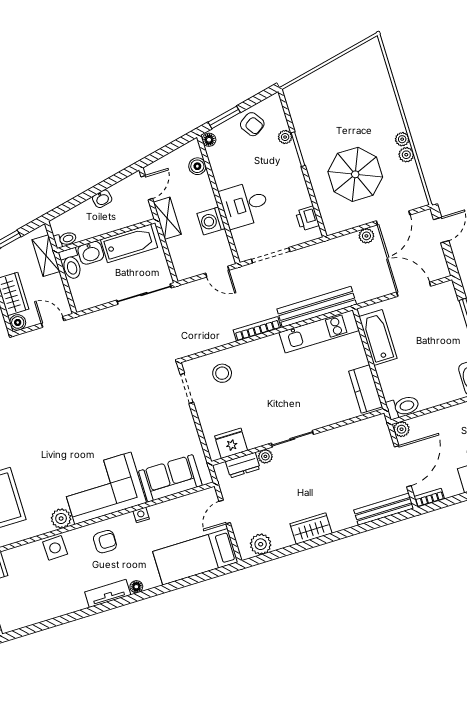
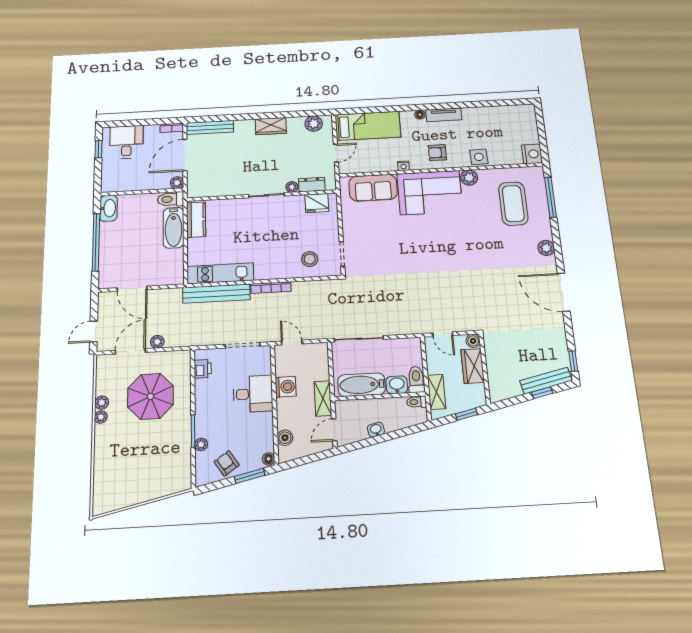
bathtub: (378, 337) -> (174, 228), moved

